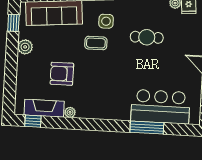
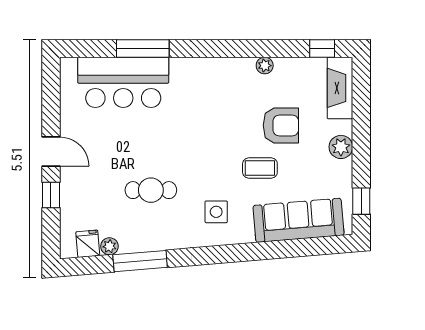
coffee table: (96, 43) -> (260, 168), moved
plant: (25, 47) -> (341, 147), moved
fireplace: (44, 108) -> (340, 88), moved, turned 90

